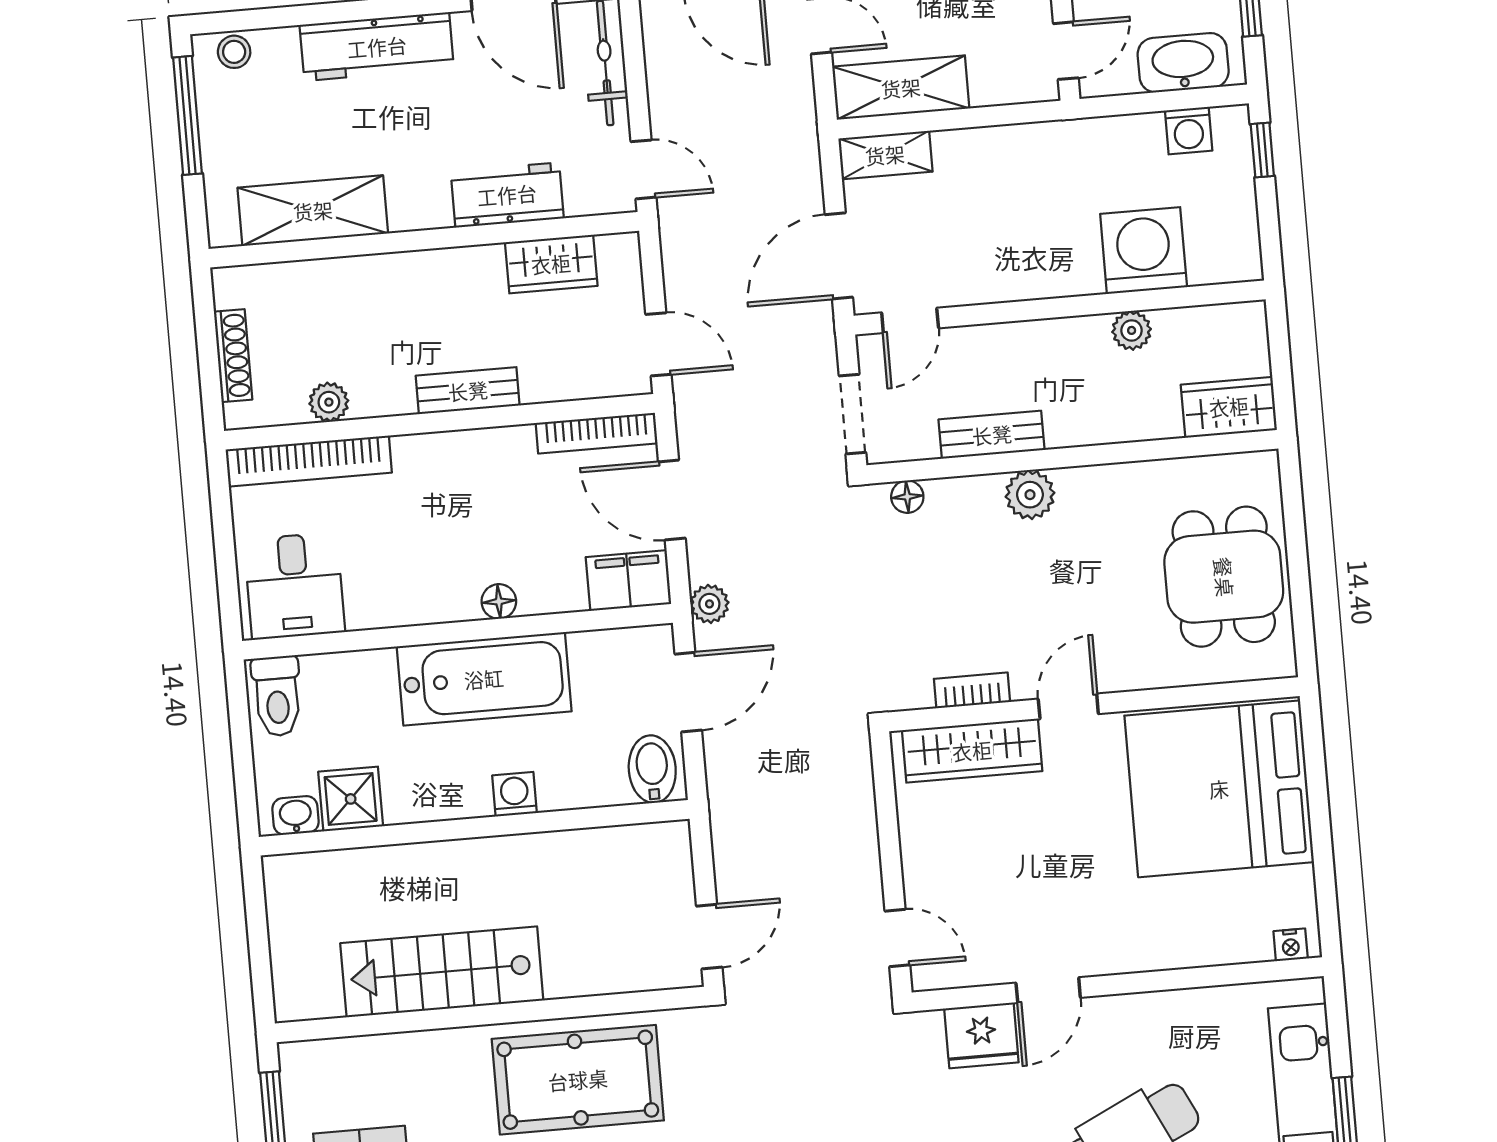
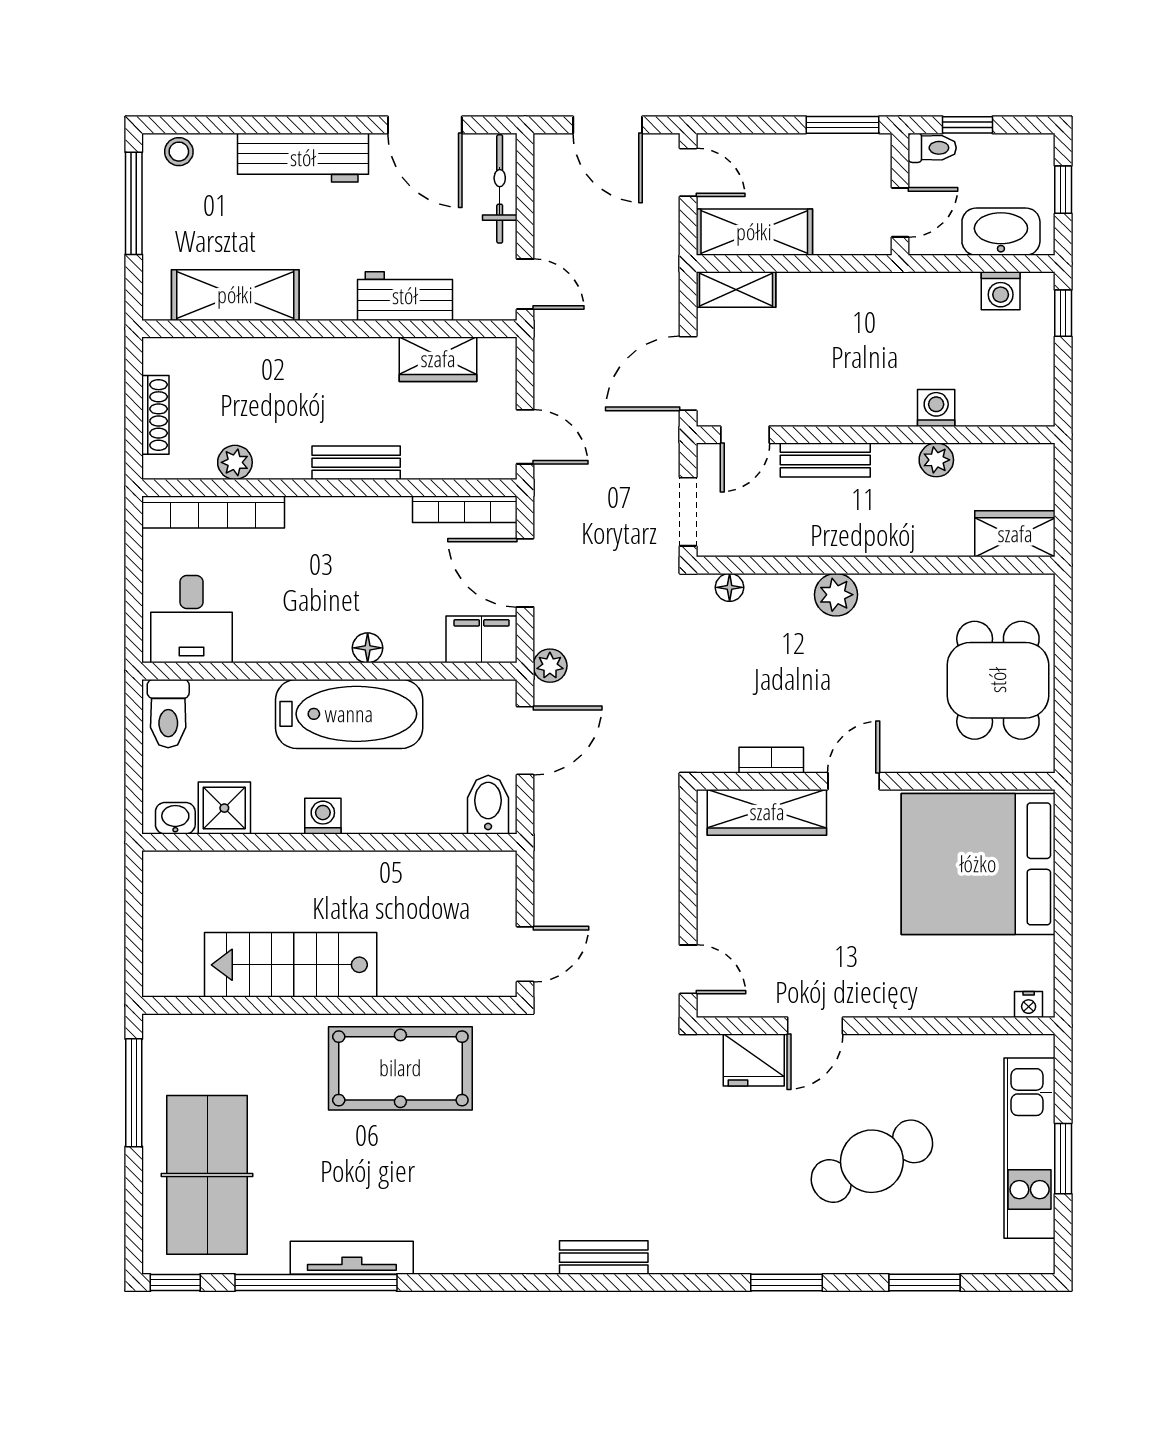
washing machine: (1144, 251) -> (936, 408), width x0.53, depth x0.53
bench: (992, 435) -> (825, 460), moved
washing machine: (515, 794) -> (323, 816), moved

